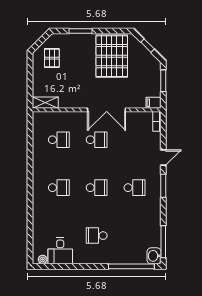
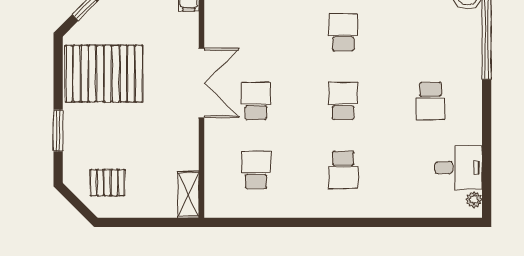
school desk: (59, 188) -> (343, 170), turned 180

